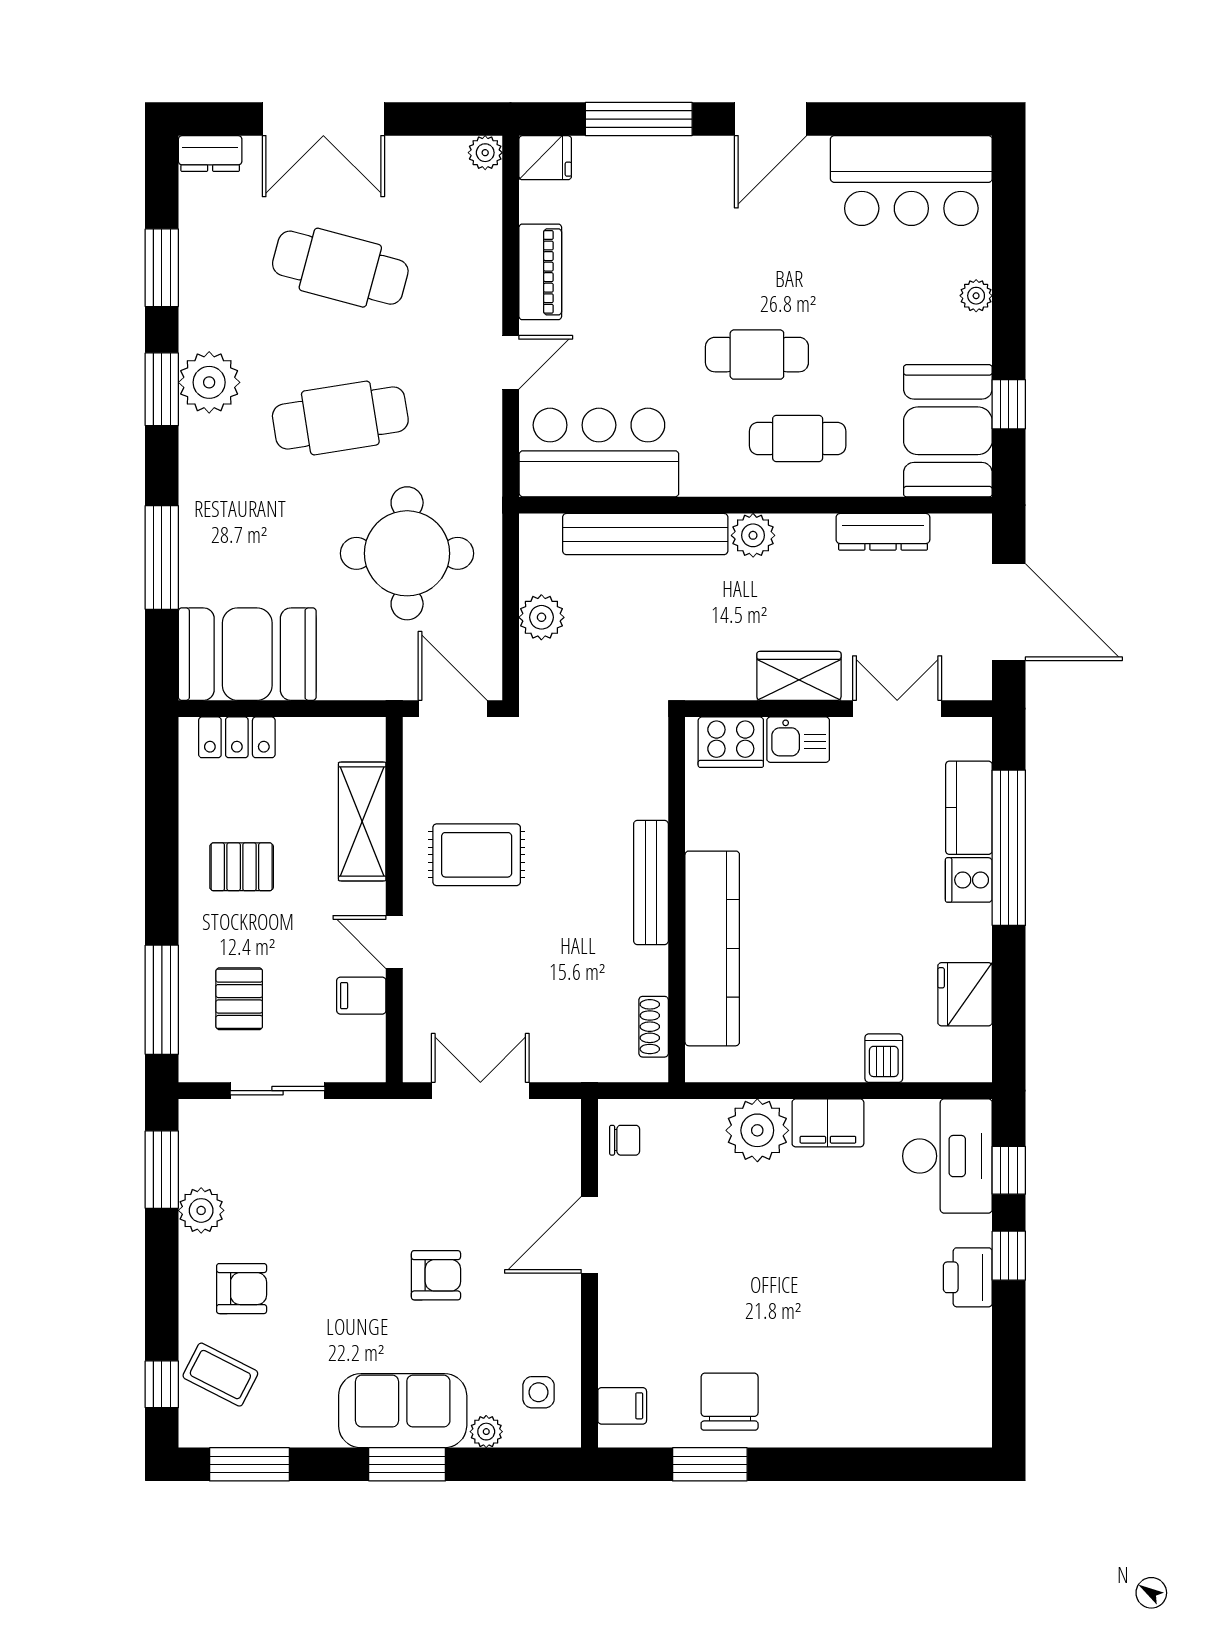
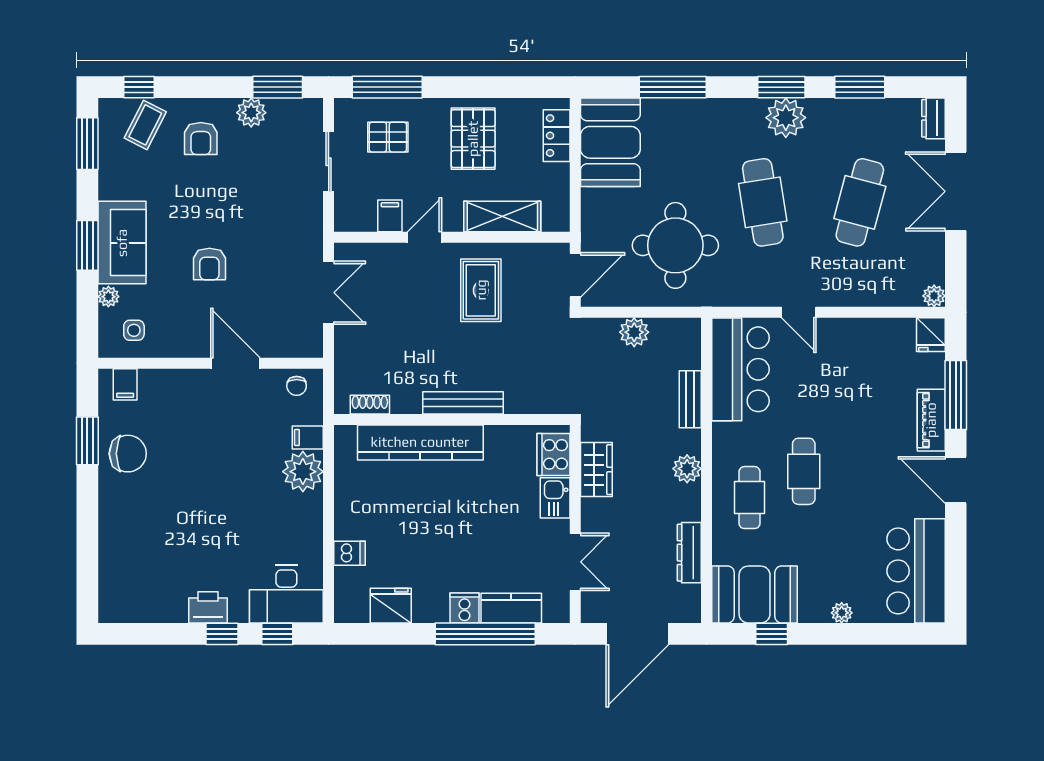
piano: (540, 272) -> (931, 420), moved, turned 90
bench: (645, 534) -> (690, 399), width x0.54, depth x0.82
wardrobe: (799, 676) -> (596, 470), moved
pallet: (242, 867) -> (473, 139), width x1.50, depth x1.42
filing cabinet: (828, 1123) -> (308, 437), moved, width x0.50

